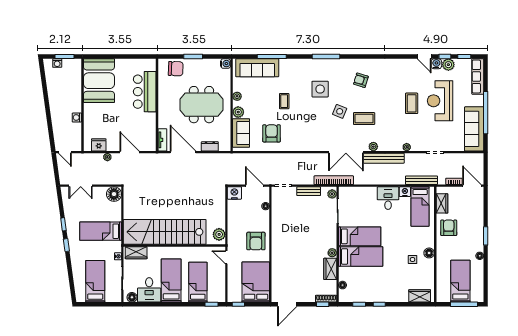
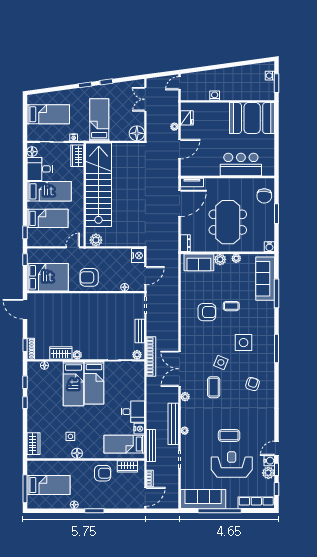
armchair: (272, 133) -> (207, 312), moved
dresser: (210, 146) -> (185, 243), moved
bench: (384, 158) -> (173, 424), moved

